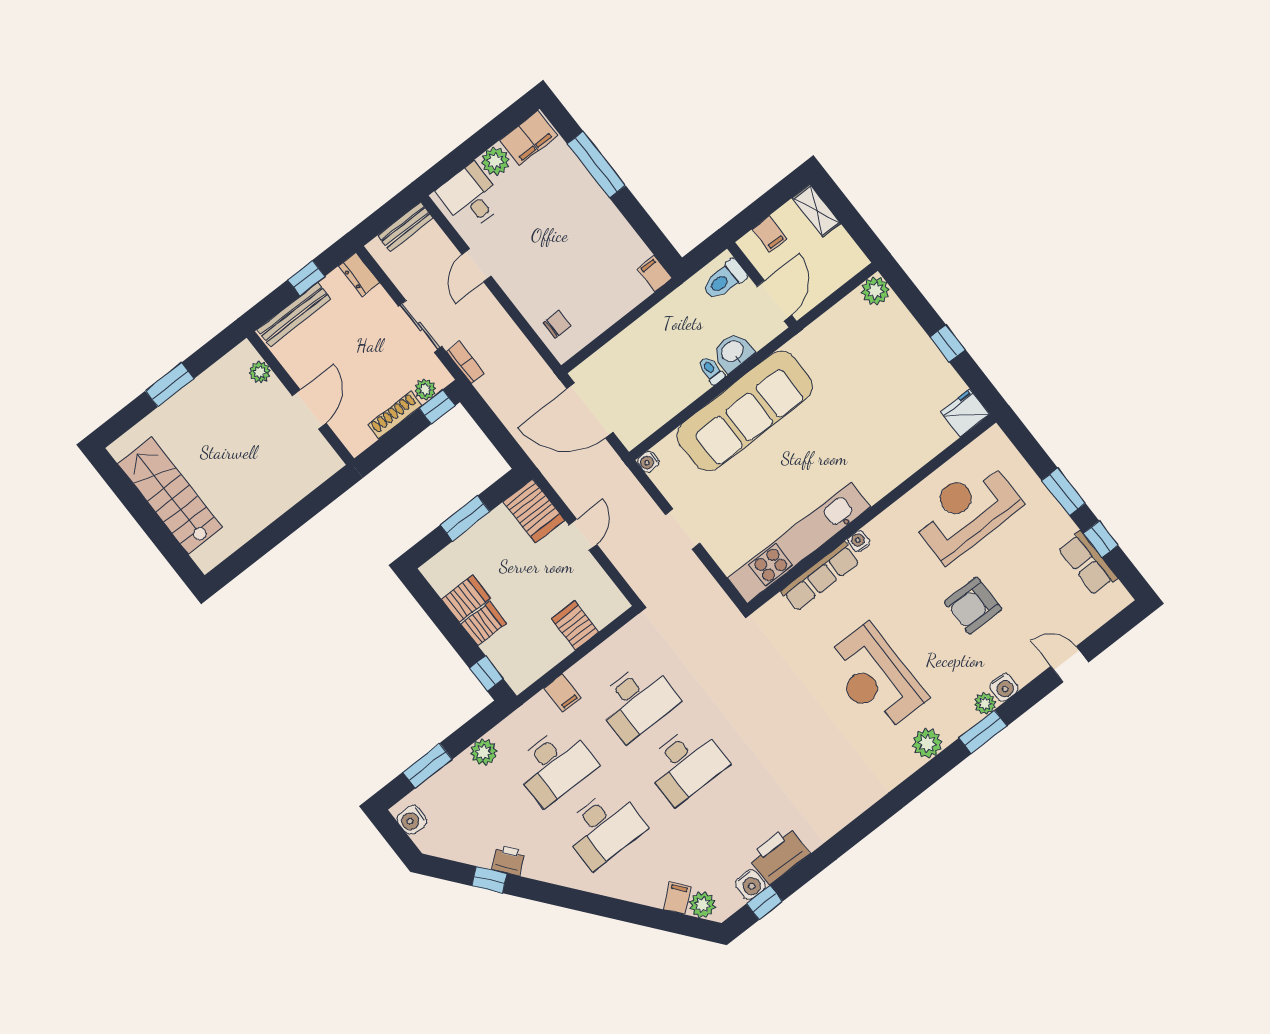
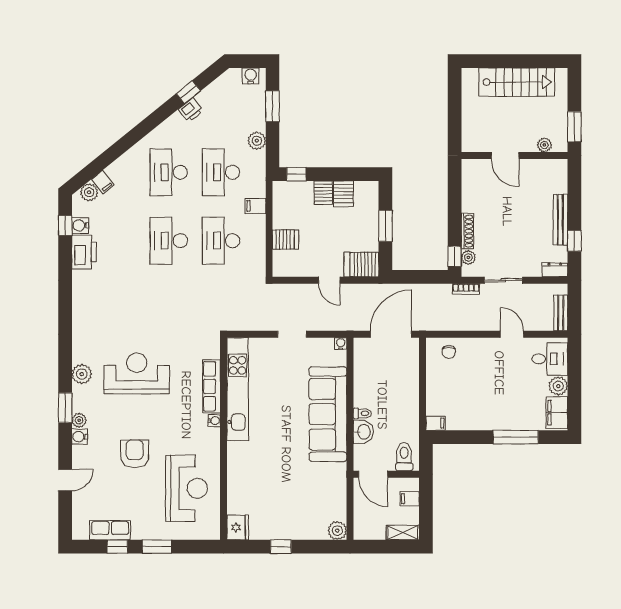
plant: (260, 372) -> (544, 145), moved
wall: (300, 398) -> (514, 155), moved
door: (309, 409) -> (505, 155), moved

